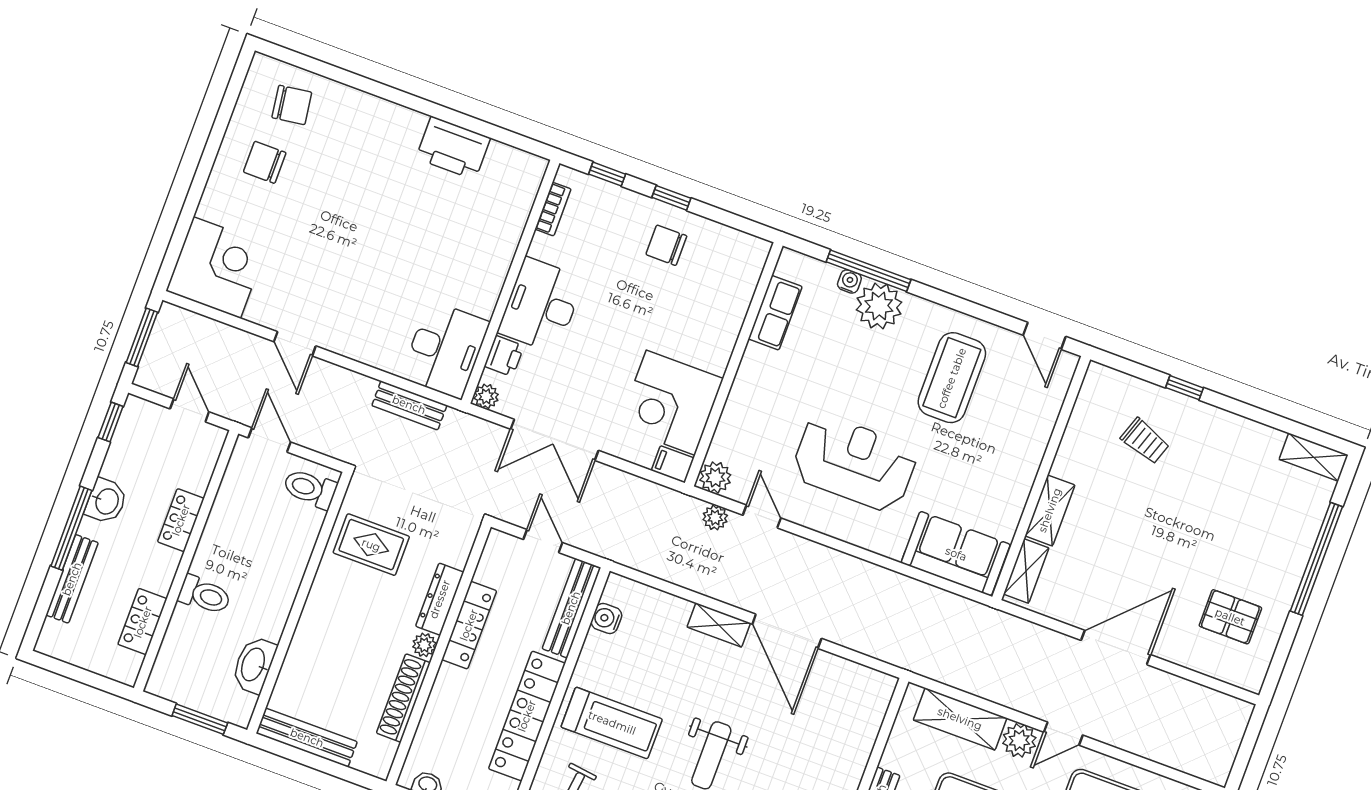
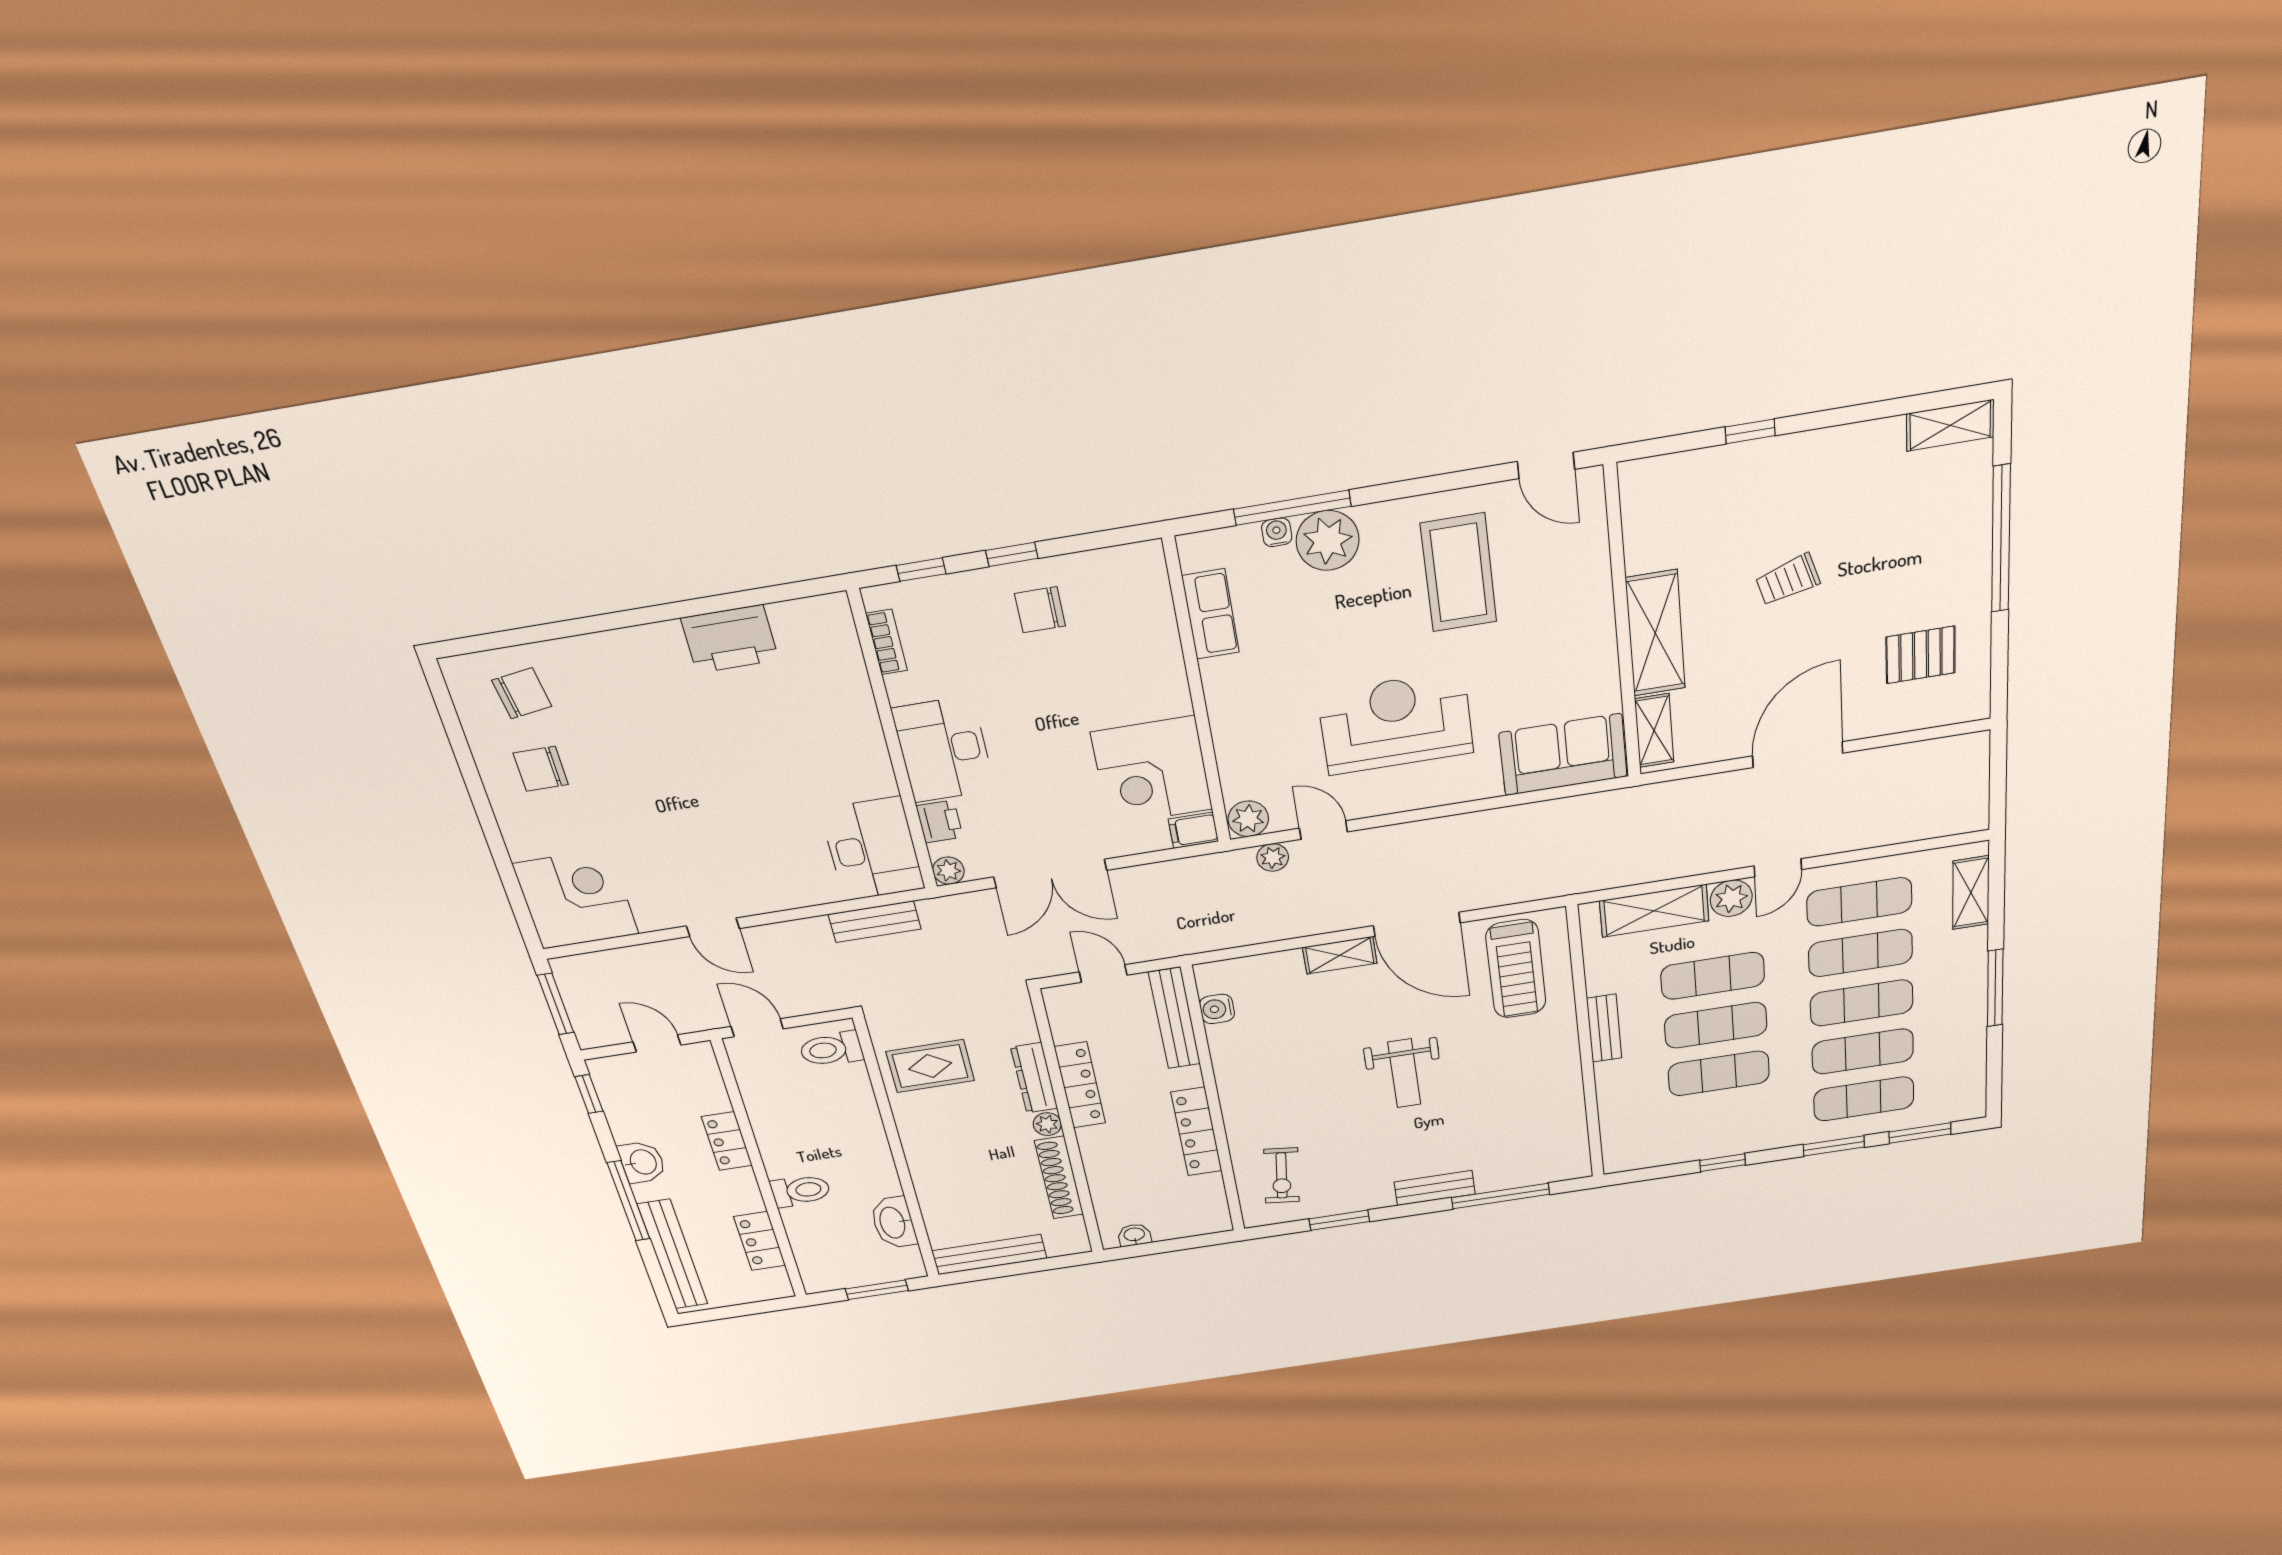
trolley: (1145, 441) -> (1788, 580), moved, turned 144
shelving: (1050, 510) -> (1655, 633), width x1.50, depth x1.33
bench: (72, 579) -> (673, 1254), width x1.37, depth x1.21
locker: (527, 716) -> (1196, 1132), width x0.71, depth x0.83
treadmill: (612, 723) -> (1516, 969), moved, turned 90

